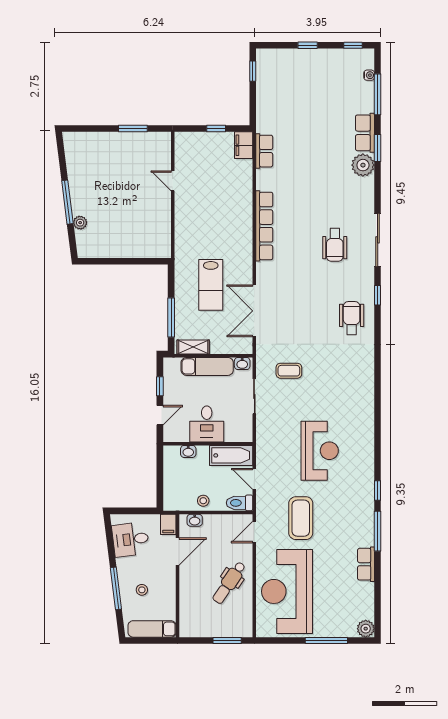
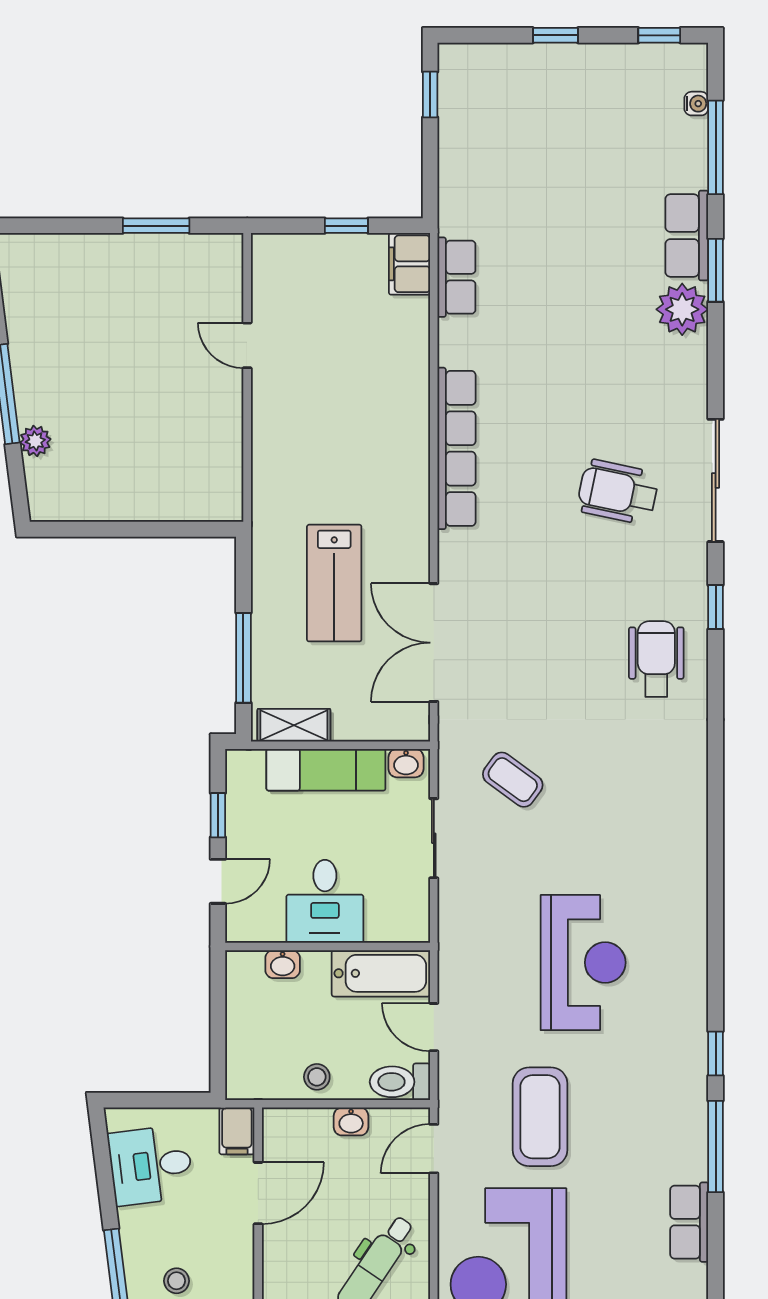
wheelchair: (335, 245) -> (618, 492), turned 102
coffee table: (289, 371) -> (513, 780), turned 36
washbasin: (195, 520) -> (351, 1121), moved

